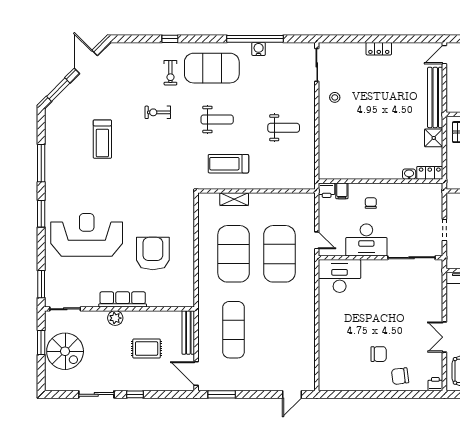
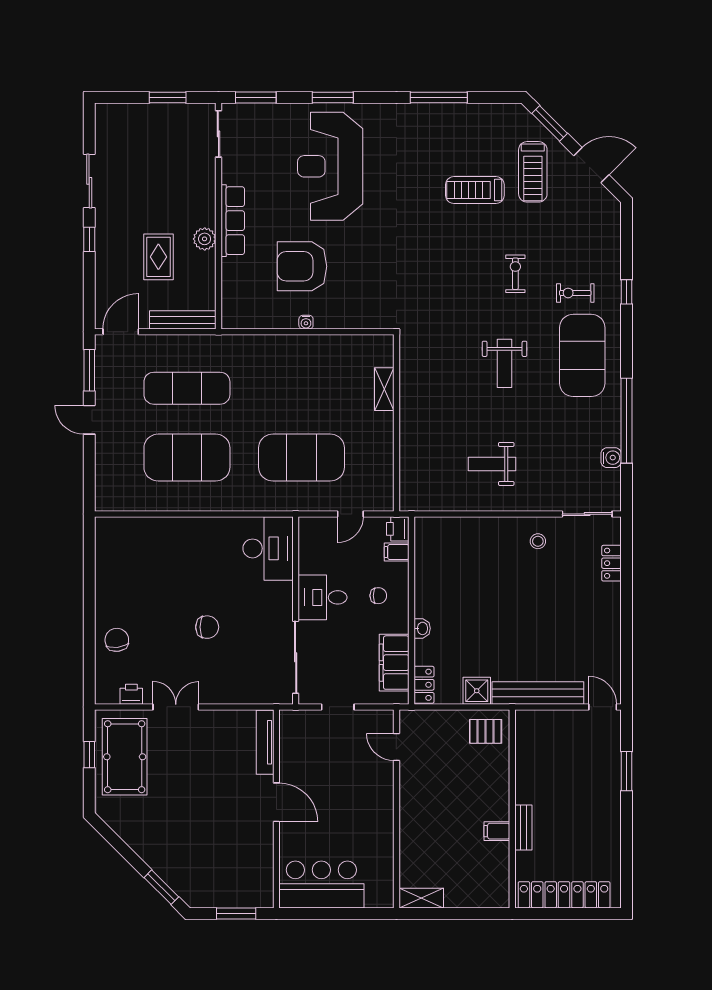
water cooler: (259, 49) -> (611, 458), moved
locker: (379, 49) -> (612, 563), moved
weight bench: (284, 128) -> (492, 464), turned 90
treadmill: (228, 164) -> (533, 172), moved, turned 180
washbasin: (409, 174) -> (422, 628), moved
filing cabinet: (415, 193) -> (394, 663), added
window: (41, 214) -> (333, 97), moved
reception desk: (87, 235) -> (330, 166), turned 180
door: (317, 240) -> (350, 514), moved
desk: (366, 240) -> (323, 597), width x0.73
water cooler: (190, 251) -> (306, 322), added
armchair: (153, 254) -> (302, 266), turned 180
exercise mat: (234, 254) -> (187, 458), moved
plant: (115, 318) -> (205, 239), moved
spiral stairs: (65, 351) -> (154, 134), removed
chair: (379, 354) -> (207, 627), moved, turned -90
printer: (435, 384) -> (131, 694), moved, turned -90
door: (292, 394) -> (89, 420), moved

